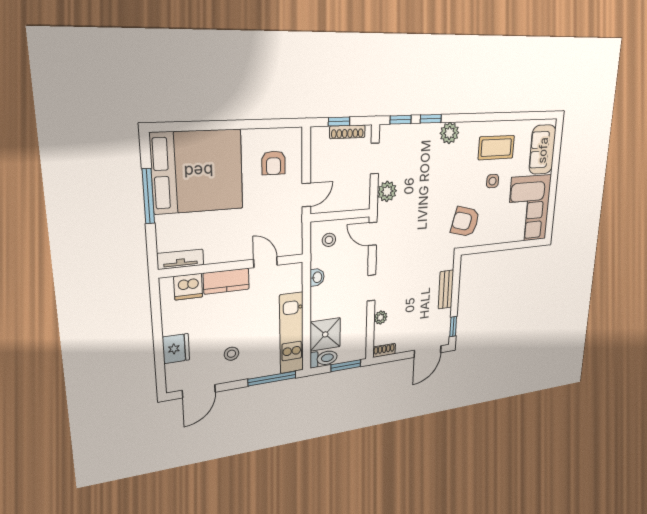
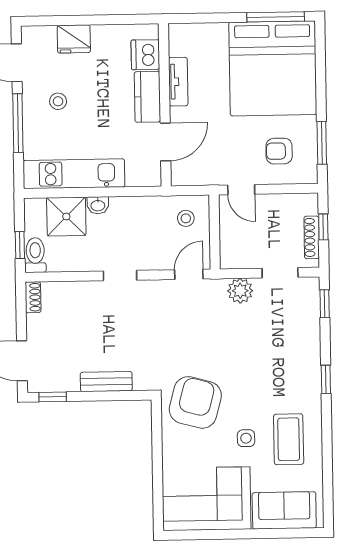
window: (431, 119) -> (326, 379), moved
window: (266, 124) -> (322, 143), added
plant: (449, 133) -> (308, 370), removed
window: (148, 196) -> (276, 17), moved
armchair: (465, 222) -> (195, 402), width x1.36, depth x1.36
tv unit: (180, 259) -> (178, 82), moved
door: (265, 262) -> (165, 142), width x1.38
washbasin: (317, 277) -> (98, 205), moved
plant: (381, 317) -> (79, 290), removed
toilet: (324, 358) -> (35, 255), moved, turned 180
window: (346, 366) -> (20, 245), width x0.67
window: (272, 379) -> (18, 123), moved

